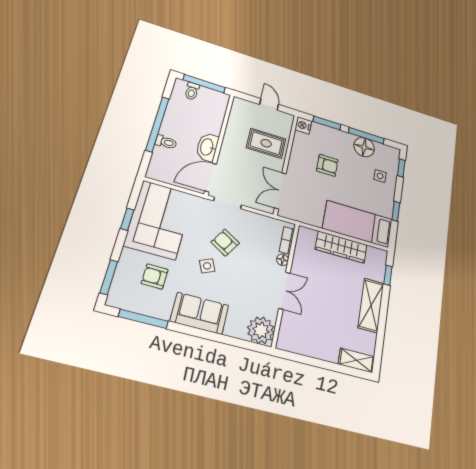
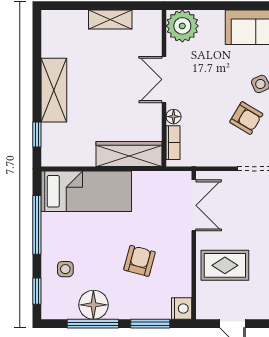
armchair: (327, 165) -> (139, 261), turned 105
window: (396, 211) -> (37, 225), width x2.17
wardrobe: (341, 247) -> (129, 154), moved
shelving: (356, 360) -> (110, 20), moved

